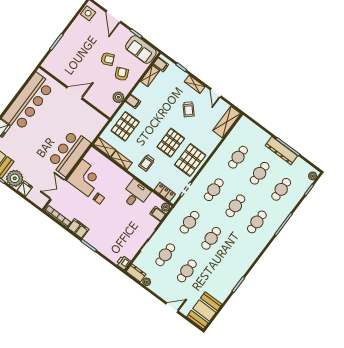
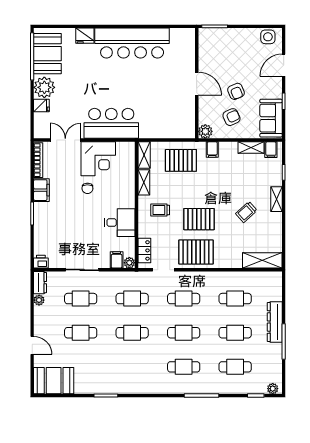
wall: (74, 93) -> (197, 83), moved
door: (75, 93) -> (197, 84), moved
door: (216, 93) -> (284, 227), removed
dresser: (281, 151) -> (275, 322), moved

